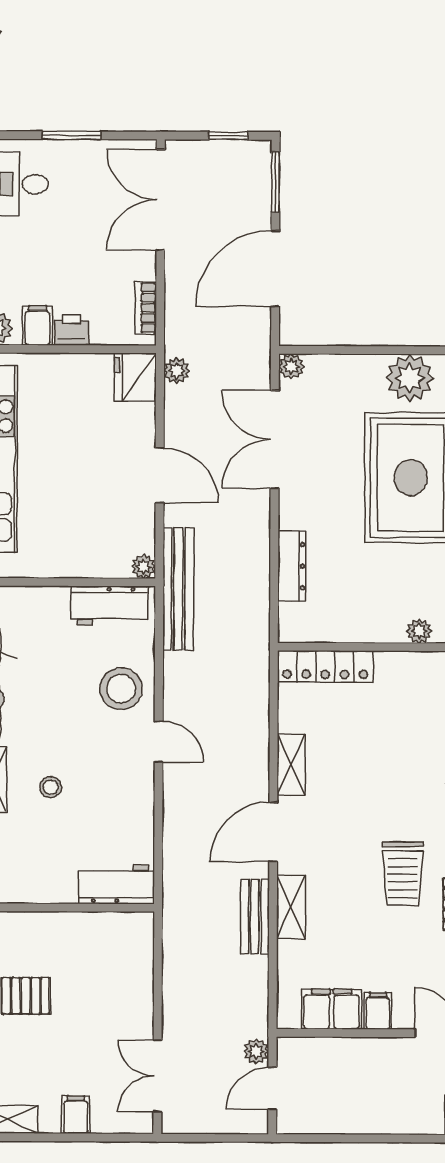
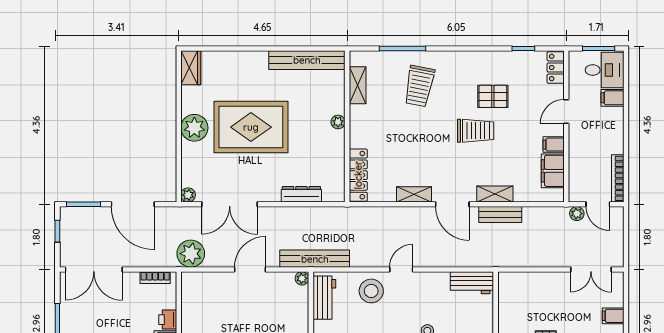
plant: (177, 371) -> (191, 254), width x1.87, depth x1.87
fridge: (135, 377) -> (195, 283), removed
workbench: (116, 884) -> (472, 283), moved, turned -90
bookcase: (318, 1124) -> (618, 178), added

